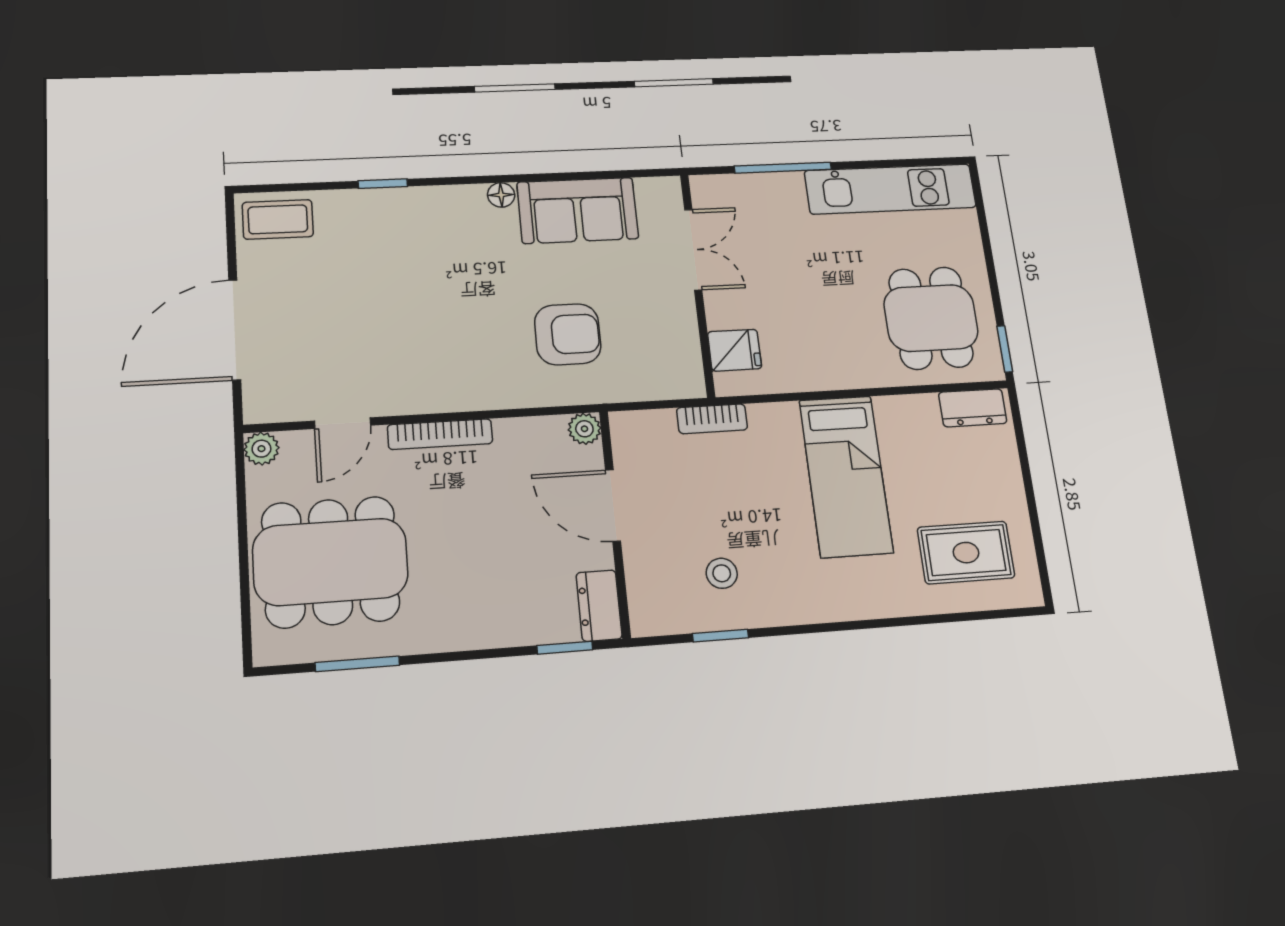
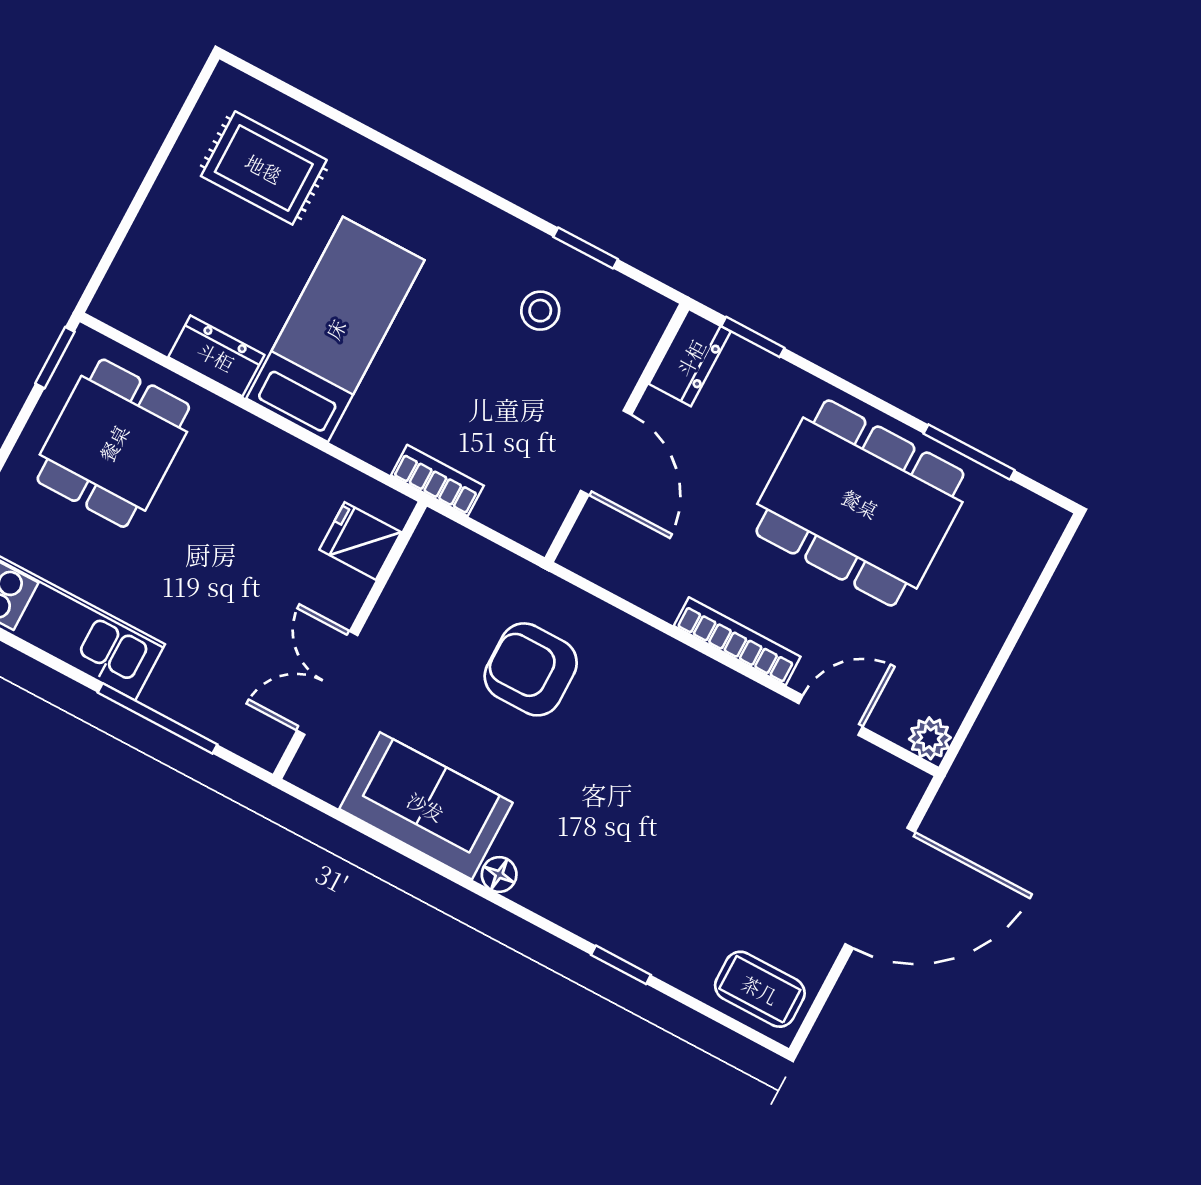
dresser: (973, 408) -> (216, 356), moved
plant: (584, 429) -> (582, 554), removed
dining table: (330, 562) -> (860, 503), moved

